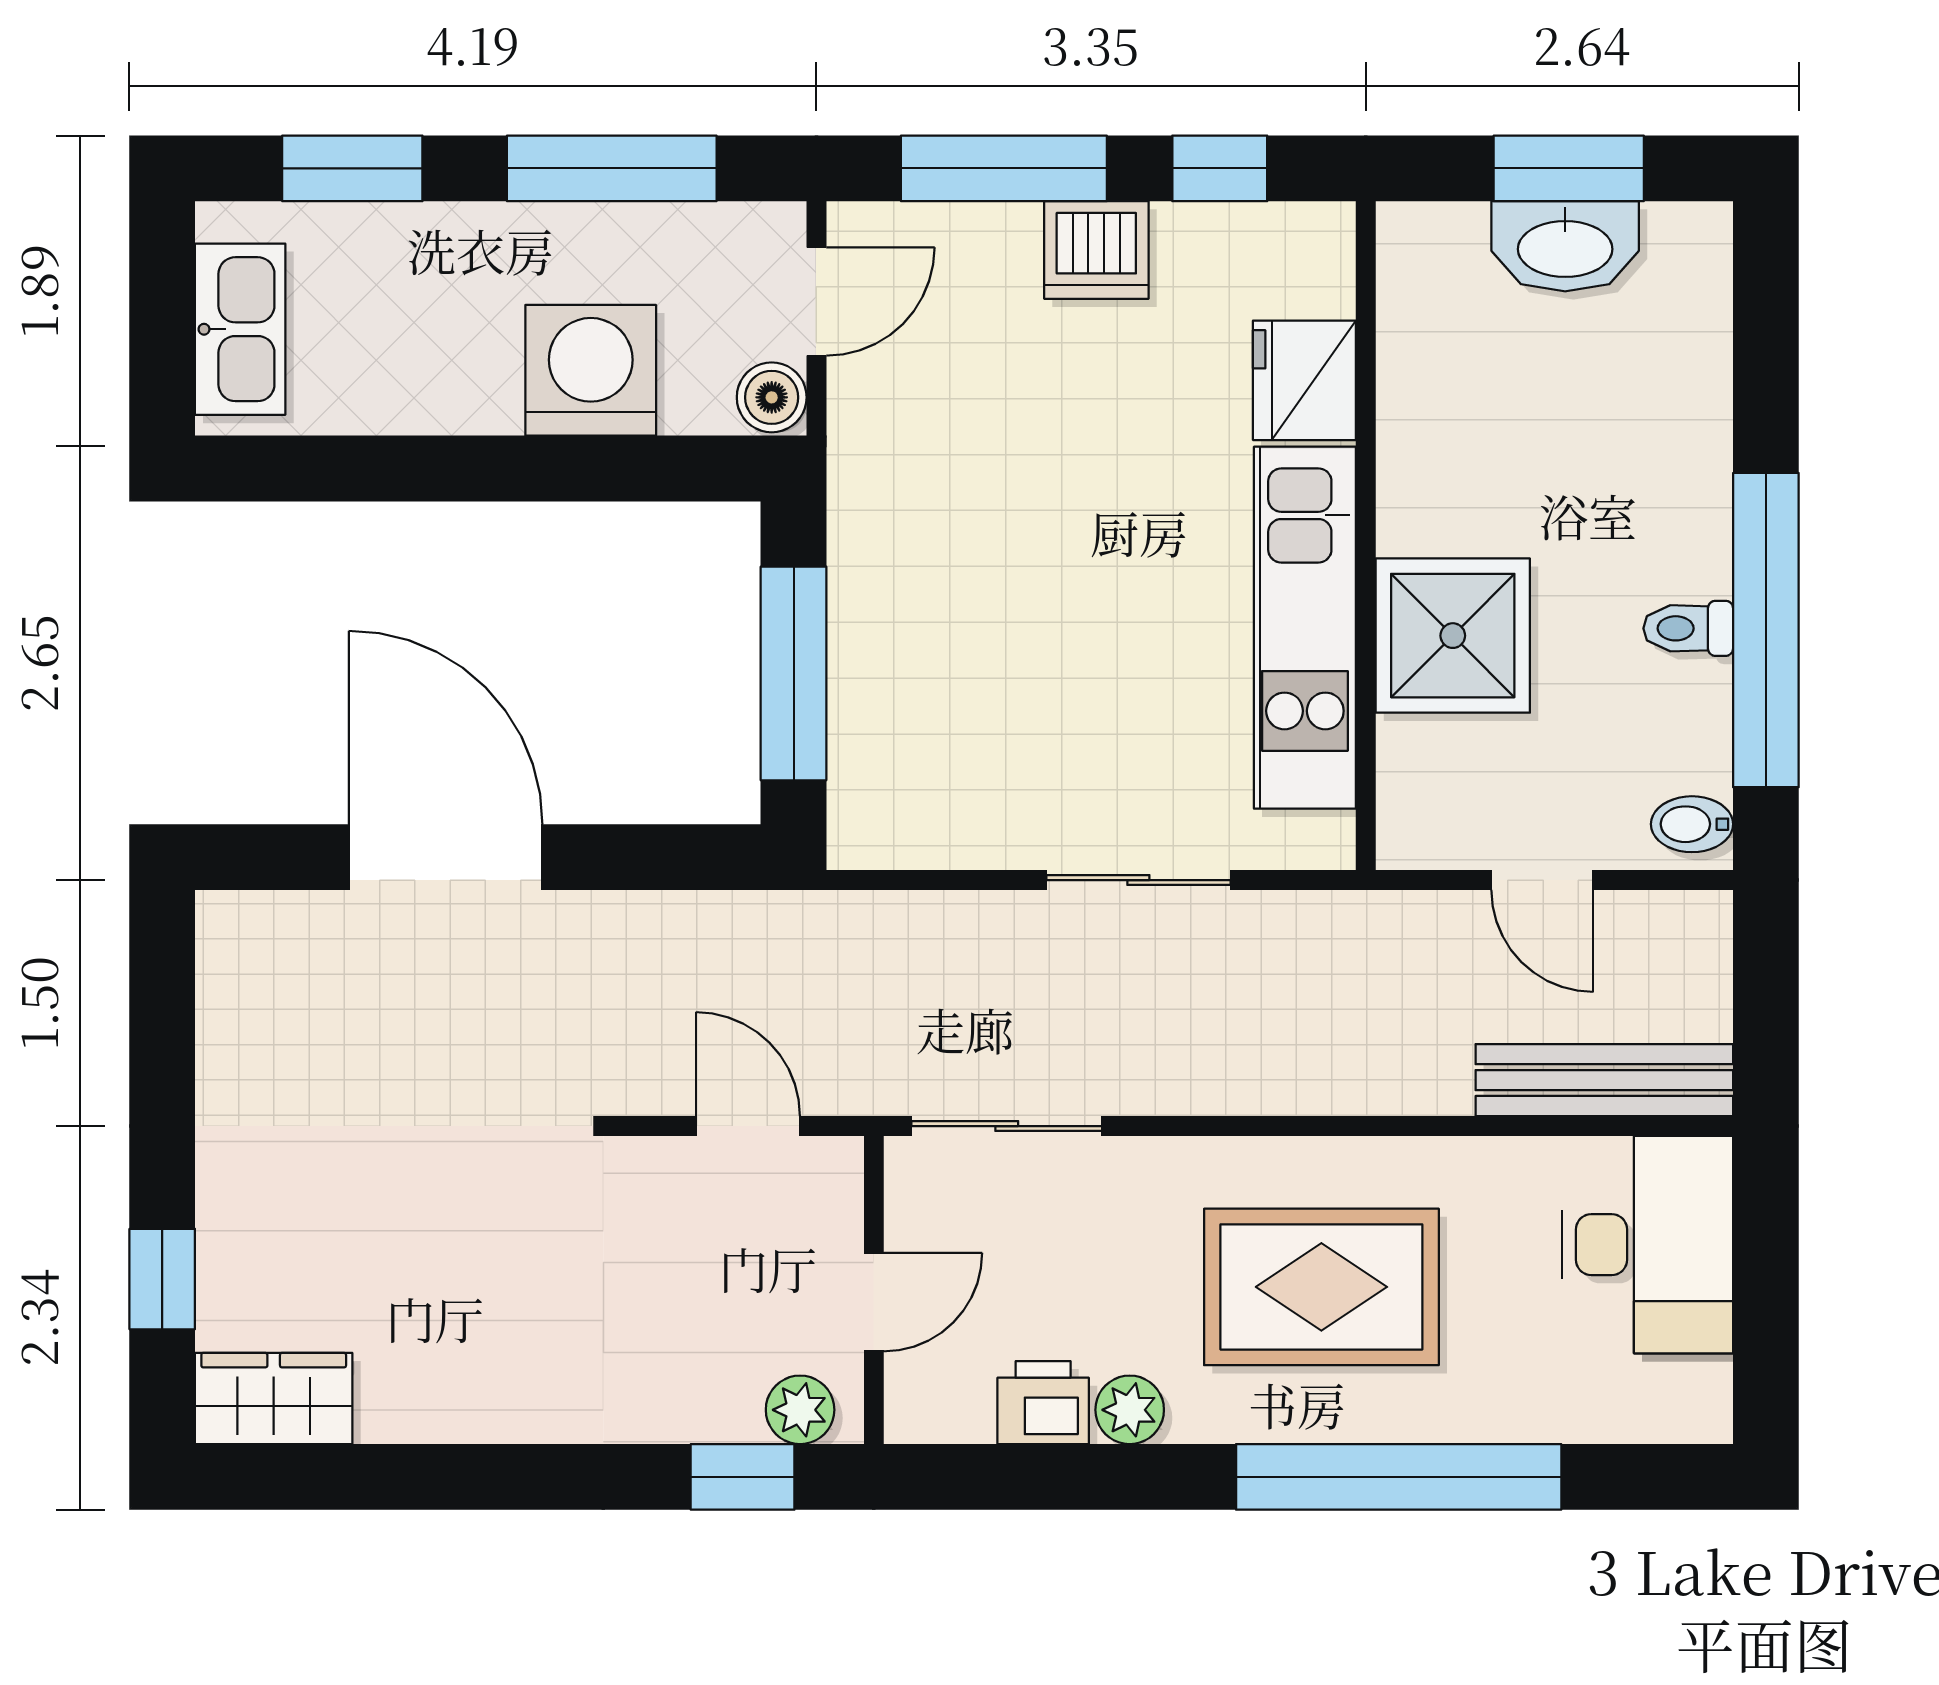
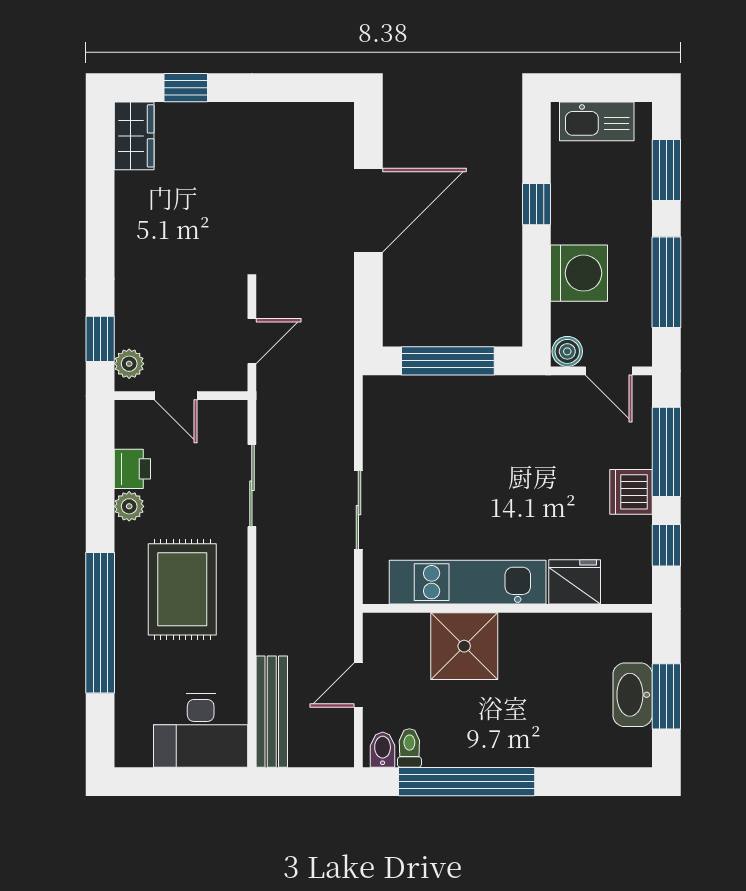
window: (431, 468) -> (536, 204), added
toilet: (1688, 628) -> (409, 748), moved
sliding door: (1007, 1126) -> (252, 486), moved

